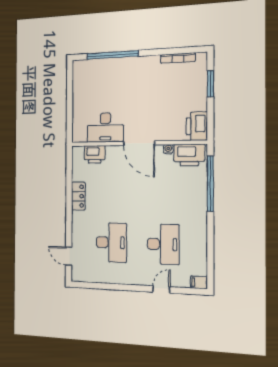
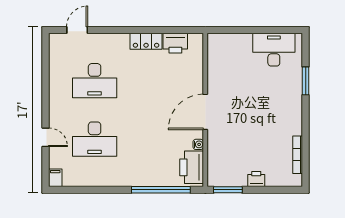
window: (112, 55) -> (306, 81), width x0.47
window: (210, 84) -> (228, 190), moved
printer: (197, 126) -> (256, 179), moved, width x0.53, depth x0.68
desk: (105, 127) -> (274, 50), moved, turned 90
printer: (95, 154) -> (175, 43), moved, turned -90

